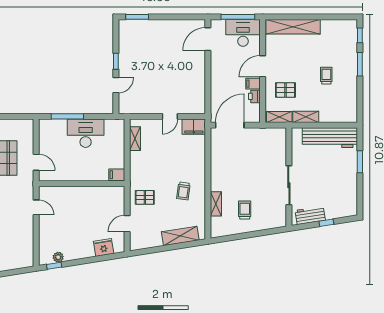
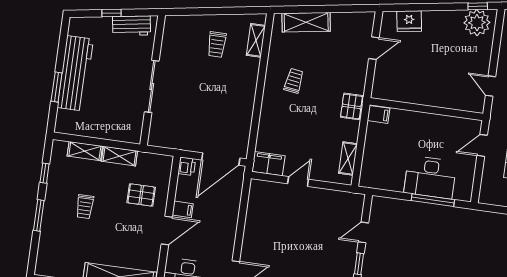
window: (360, 35) -> (45, 173), moved
printer: (254, 96) -> (187, 166), moved
shelving: (279, 117) -> (85, 151), moved
desk: (86, 133) -> (430, 177), moved
workbench: (330, 138) -> (75, 73), moved, turned 90
door: (36, 162) -> (482, 145), hinge flipped
sliding door: (289, 185) -> (152, 86), moved
pallet: (145, 197) -> (352, 106), moved, turned 90
shelving: (216, 204) -> (256, 40), moved
plant: (58, 257) -> (477, 23), width x1.87, depth x1.87

